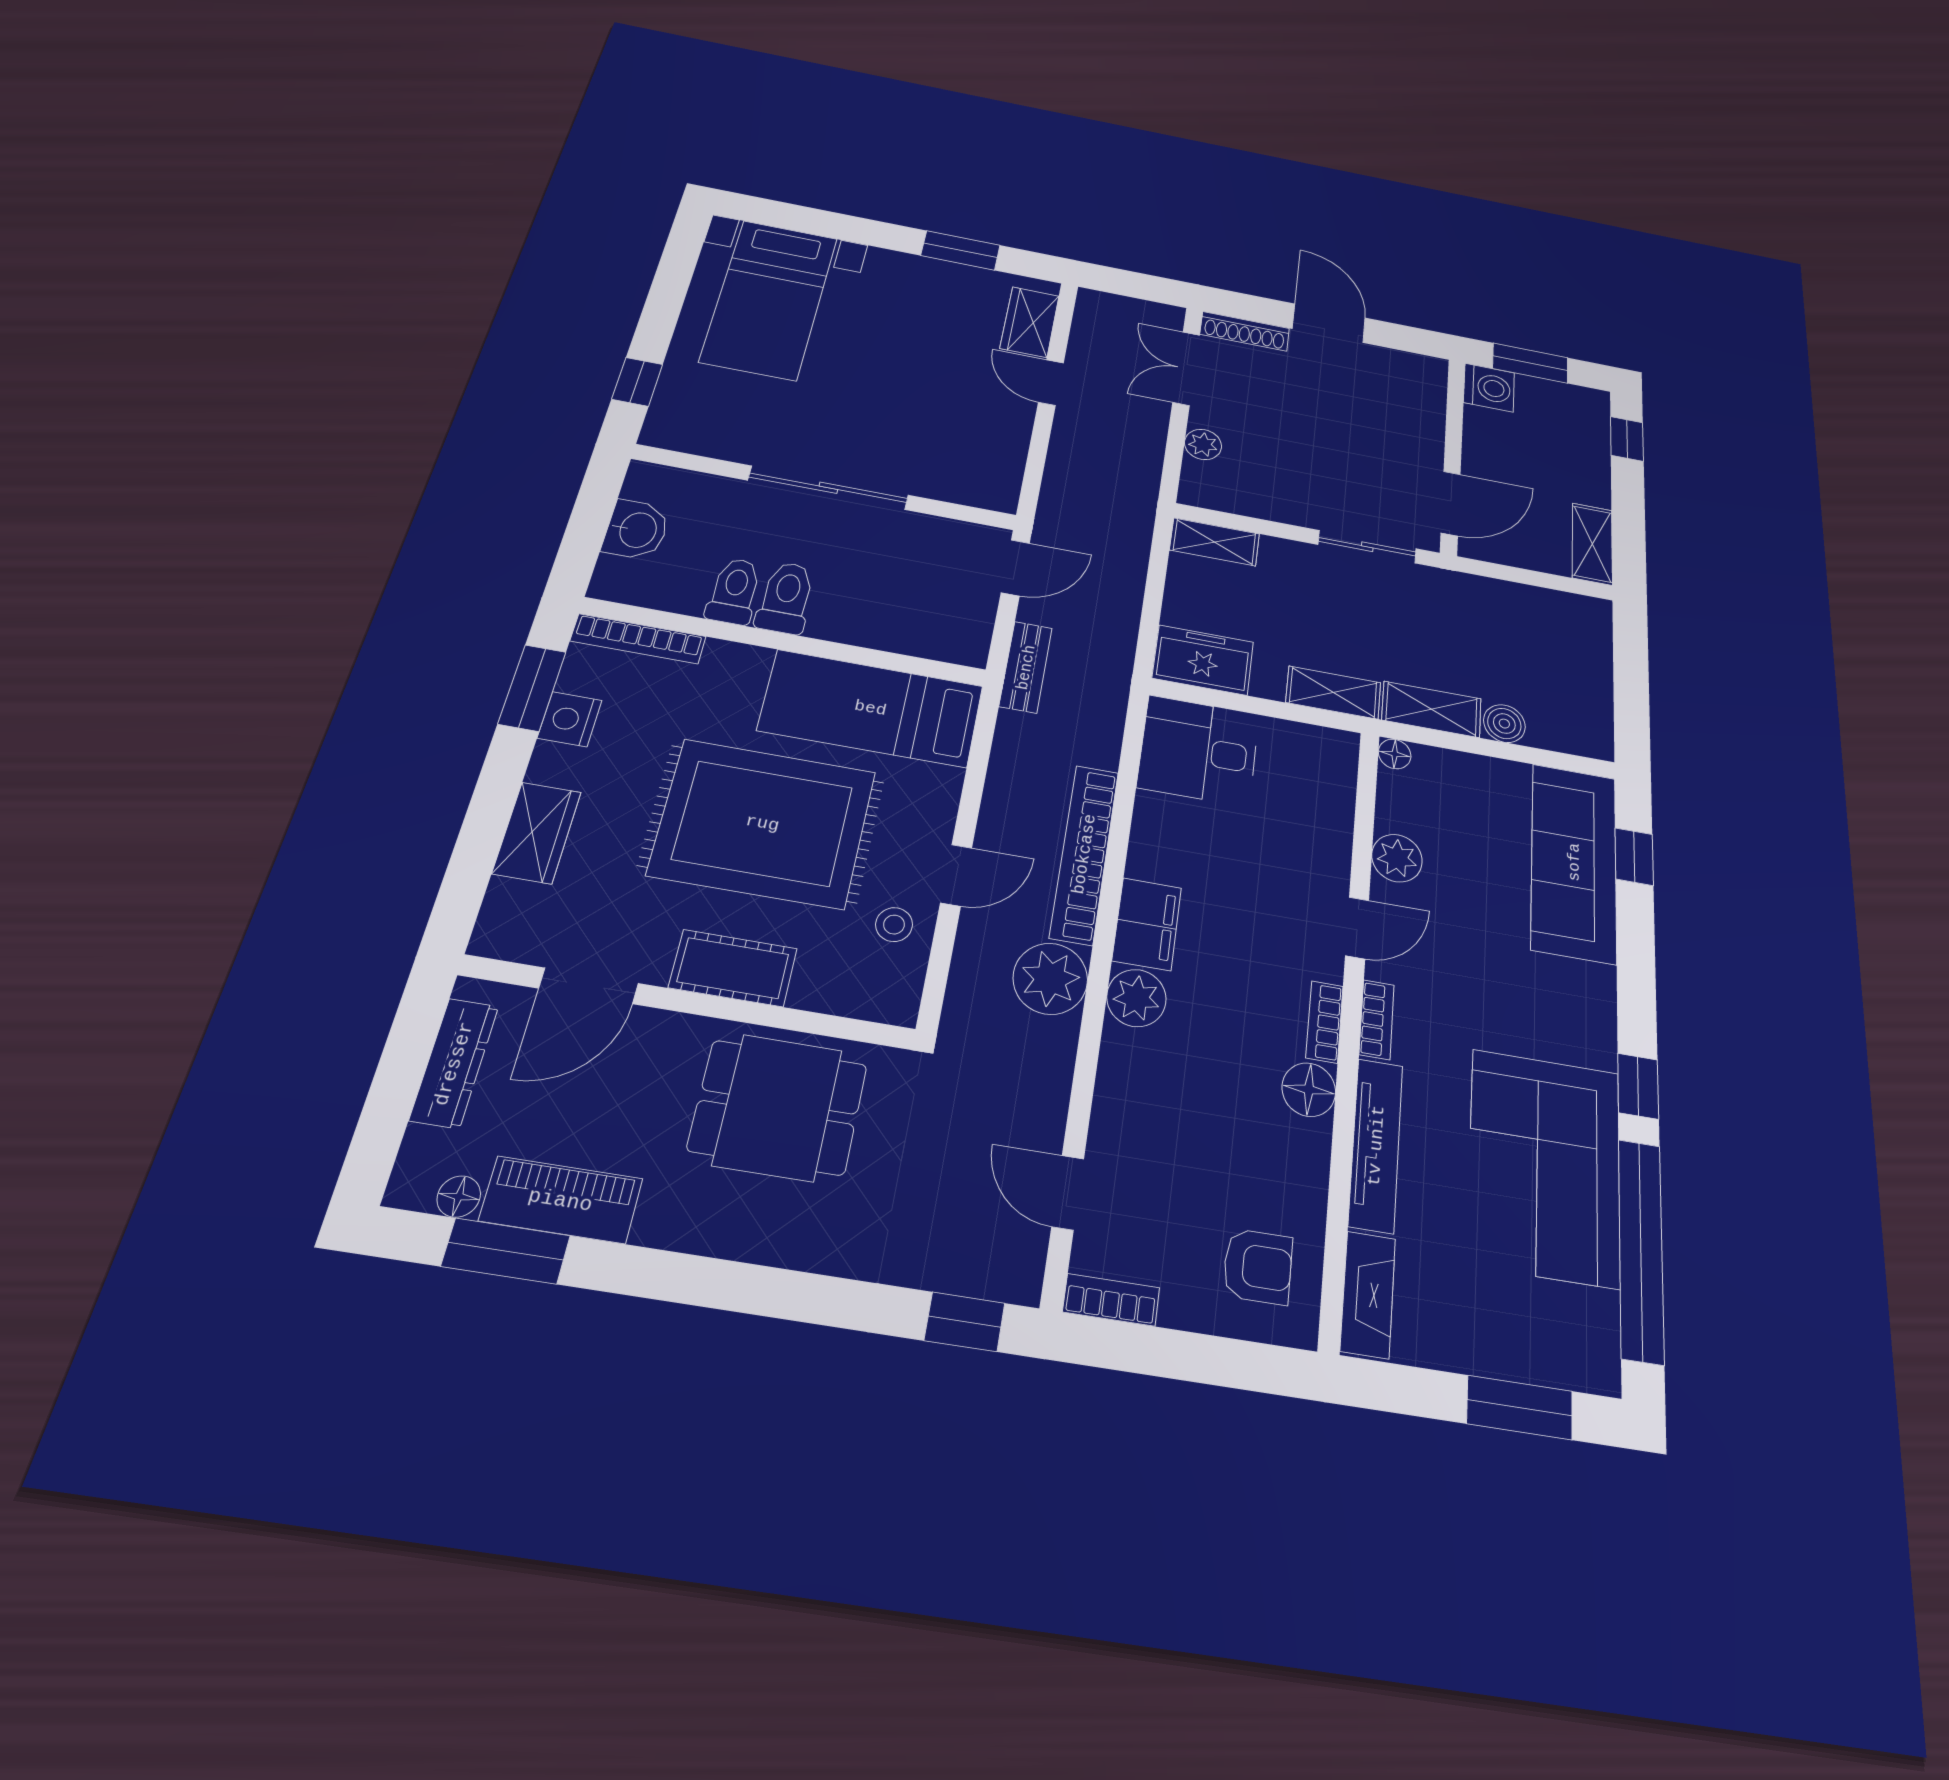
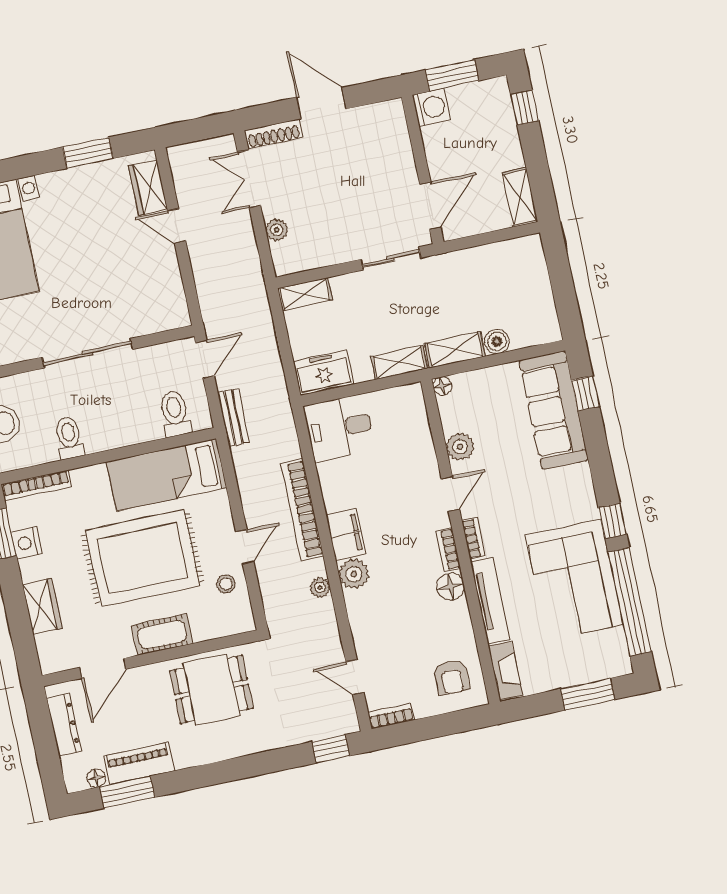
toilet: (786, 598) -> (175, 413), moved
plant: (1050, 979) -> (320, 588), width x0.53, depth x0.53
armchair: (1258, 1266) -> (452, 677), turned 90

